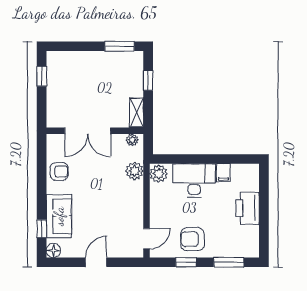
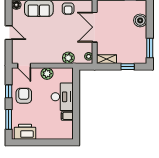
boiler: (77, 61) -> (140, 20), added
plant: (159, 174) -> (47, 74), moved
printer: (248, 208) -> (25, 132), moved

